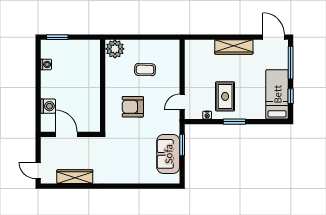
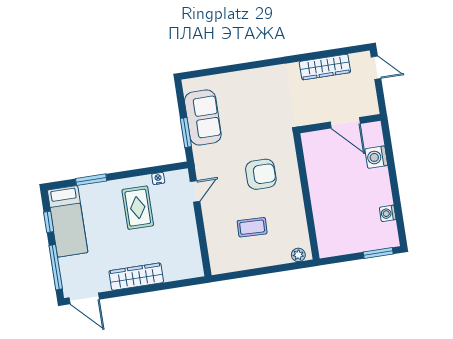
plant: (115, 49) -> (298, 255), width x0.53, depth x0.53
window: (234, 122) -> (91, 180), moved

